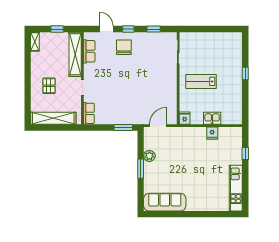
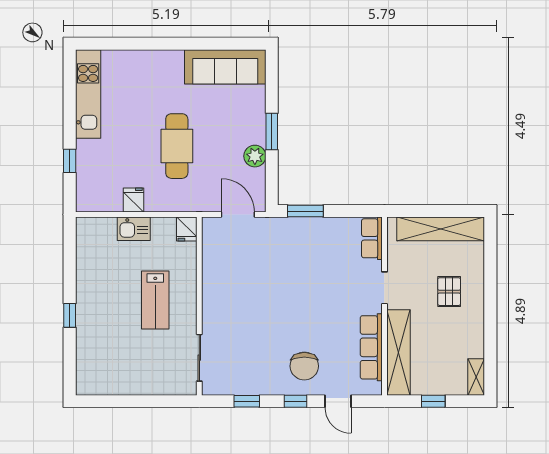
row of seats: (89, 51) -> (371, 347), width x1.48
lab bench: (201, 81) -> (155, 300), turned 90
door: (158, 126) -> (238, 215), swing flipped
cafe table: (190, 161) -> (177, 146), added

